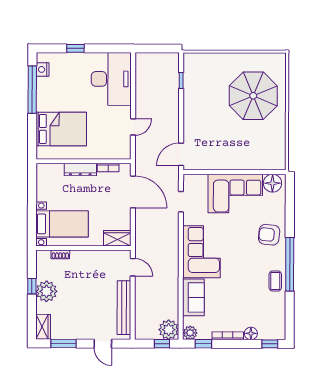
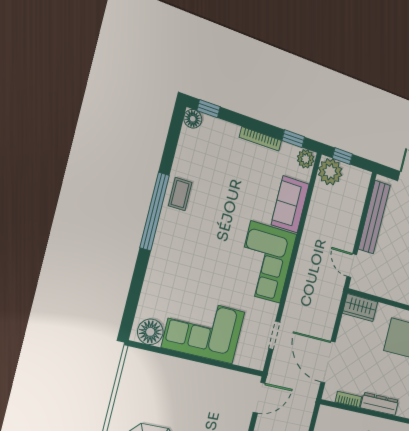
armchair: (269, 235) -> (172, 261), removed
floor lamp: (251, 333) -> (193, 119), moved

